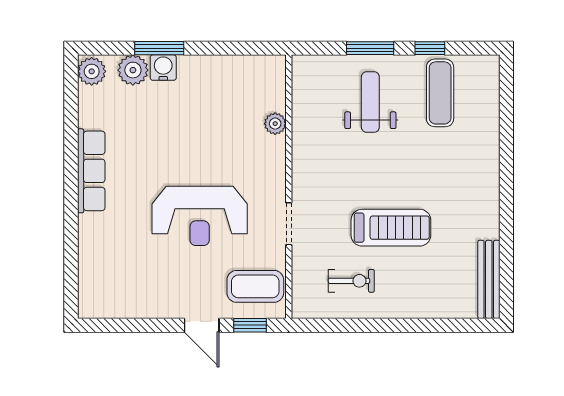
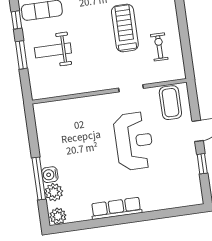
window: (159, 48) -> (39, 179), width x1.44
plant: (275, 124) -> (73, 104), removed
window: (250, 325) -> (202, 164), moved

